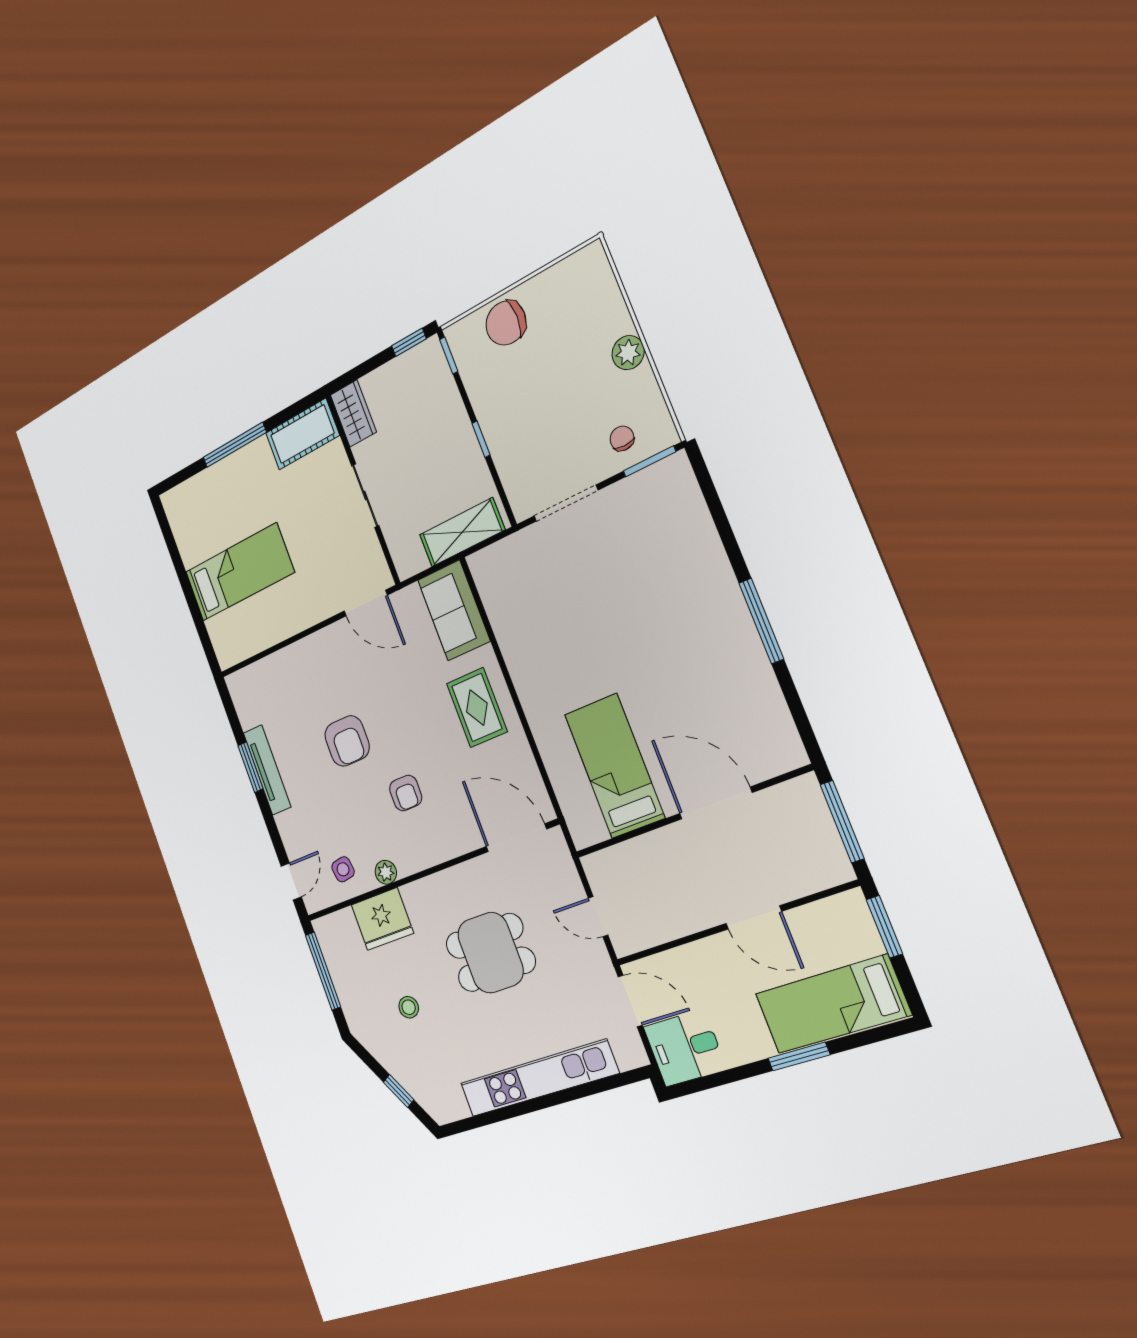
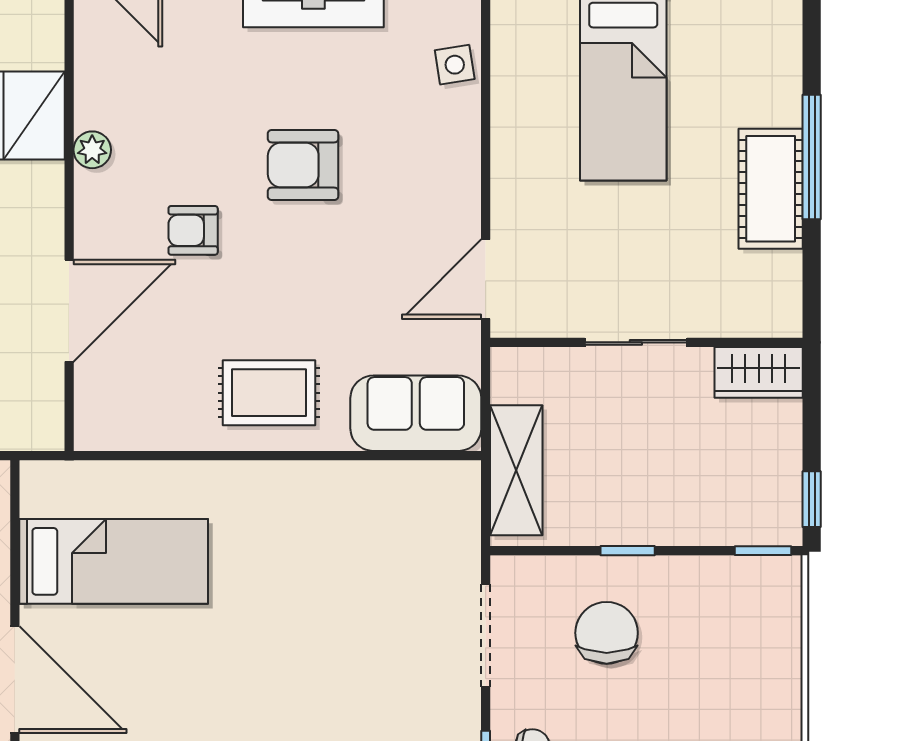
chair: (506, 323) -> (607, 633), moved
cot: (302, 434) -> (771, 189), moved
door: (716, 803) -> (15, 680), hinge flipped
door: (516, 838) -> (69, 311), moved
side table: (343, 869) -> (455, 65), moved

